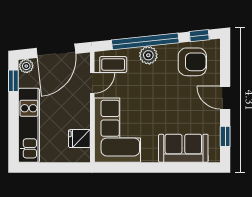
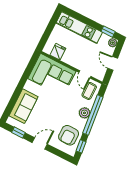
door: (56, 51) -> (113, 63), width x0.53

